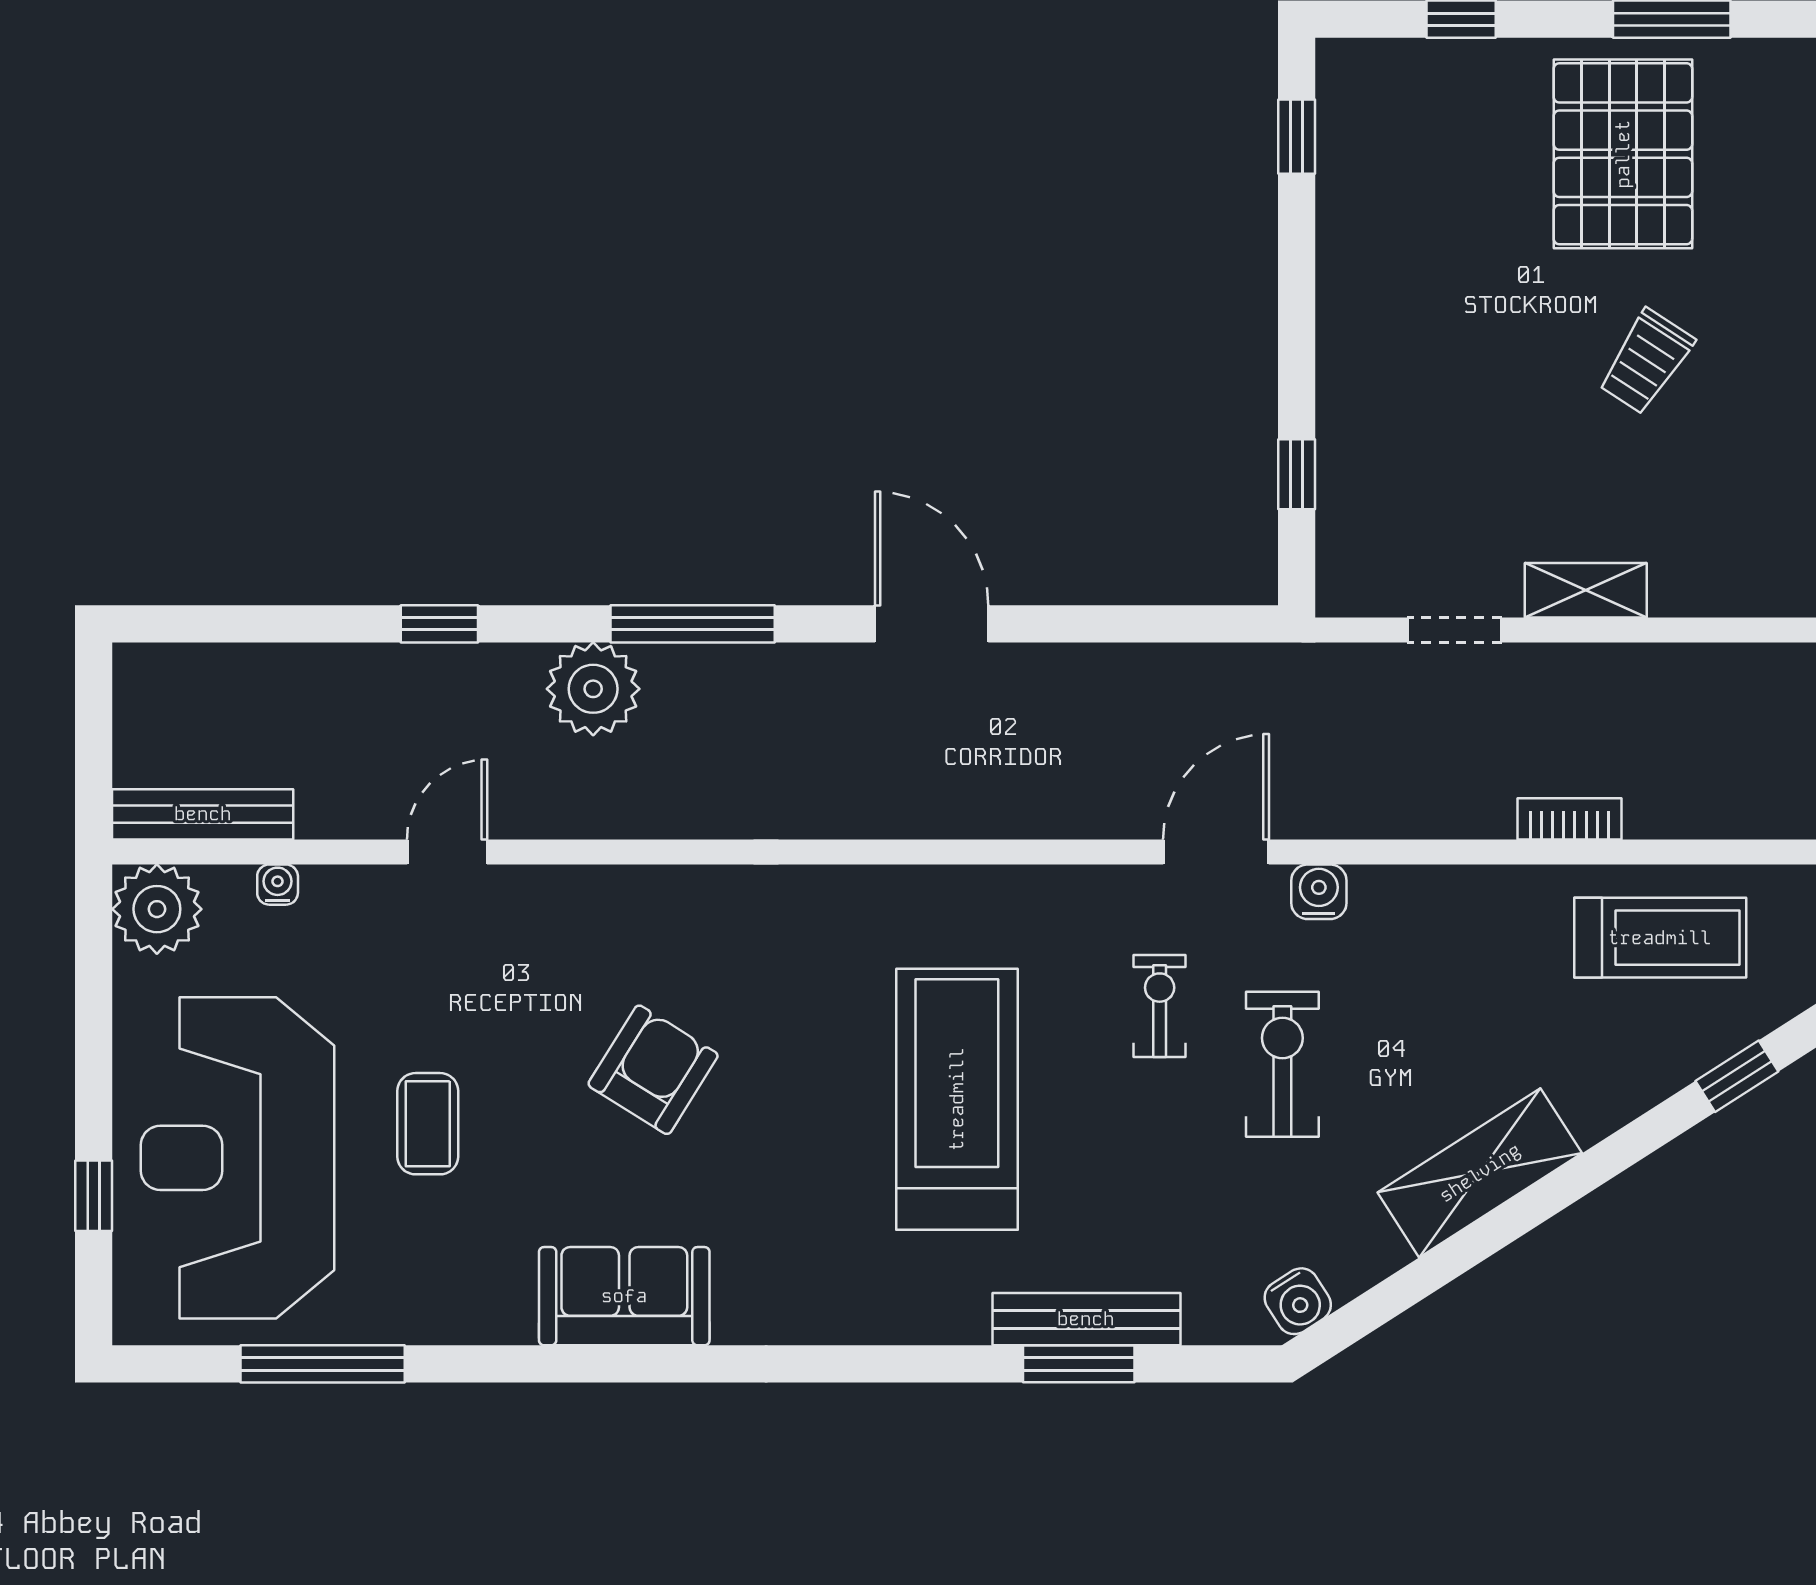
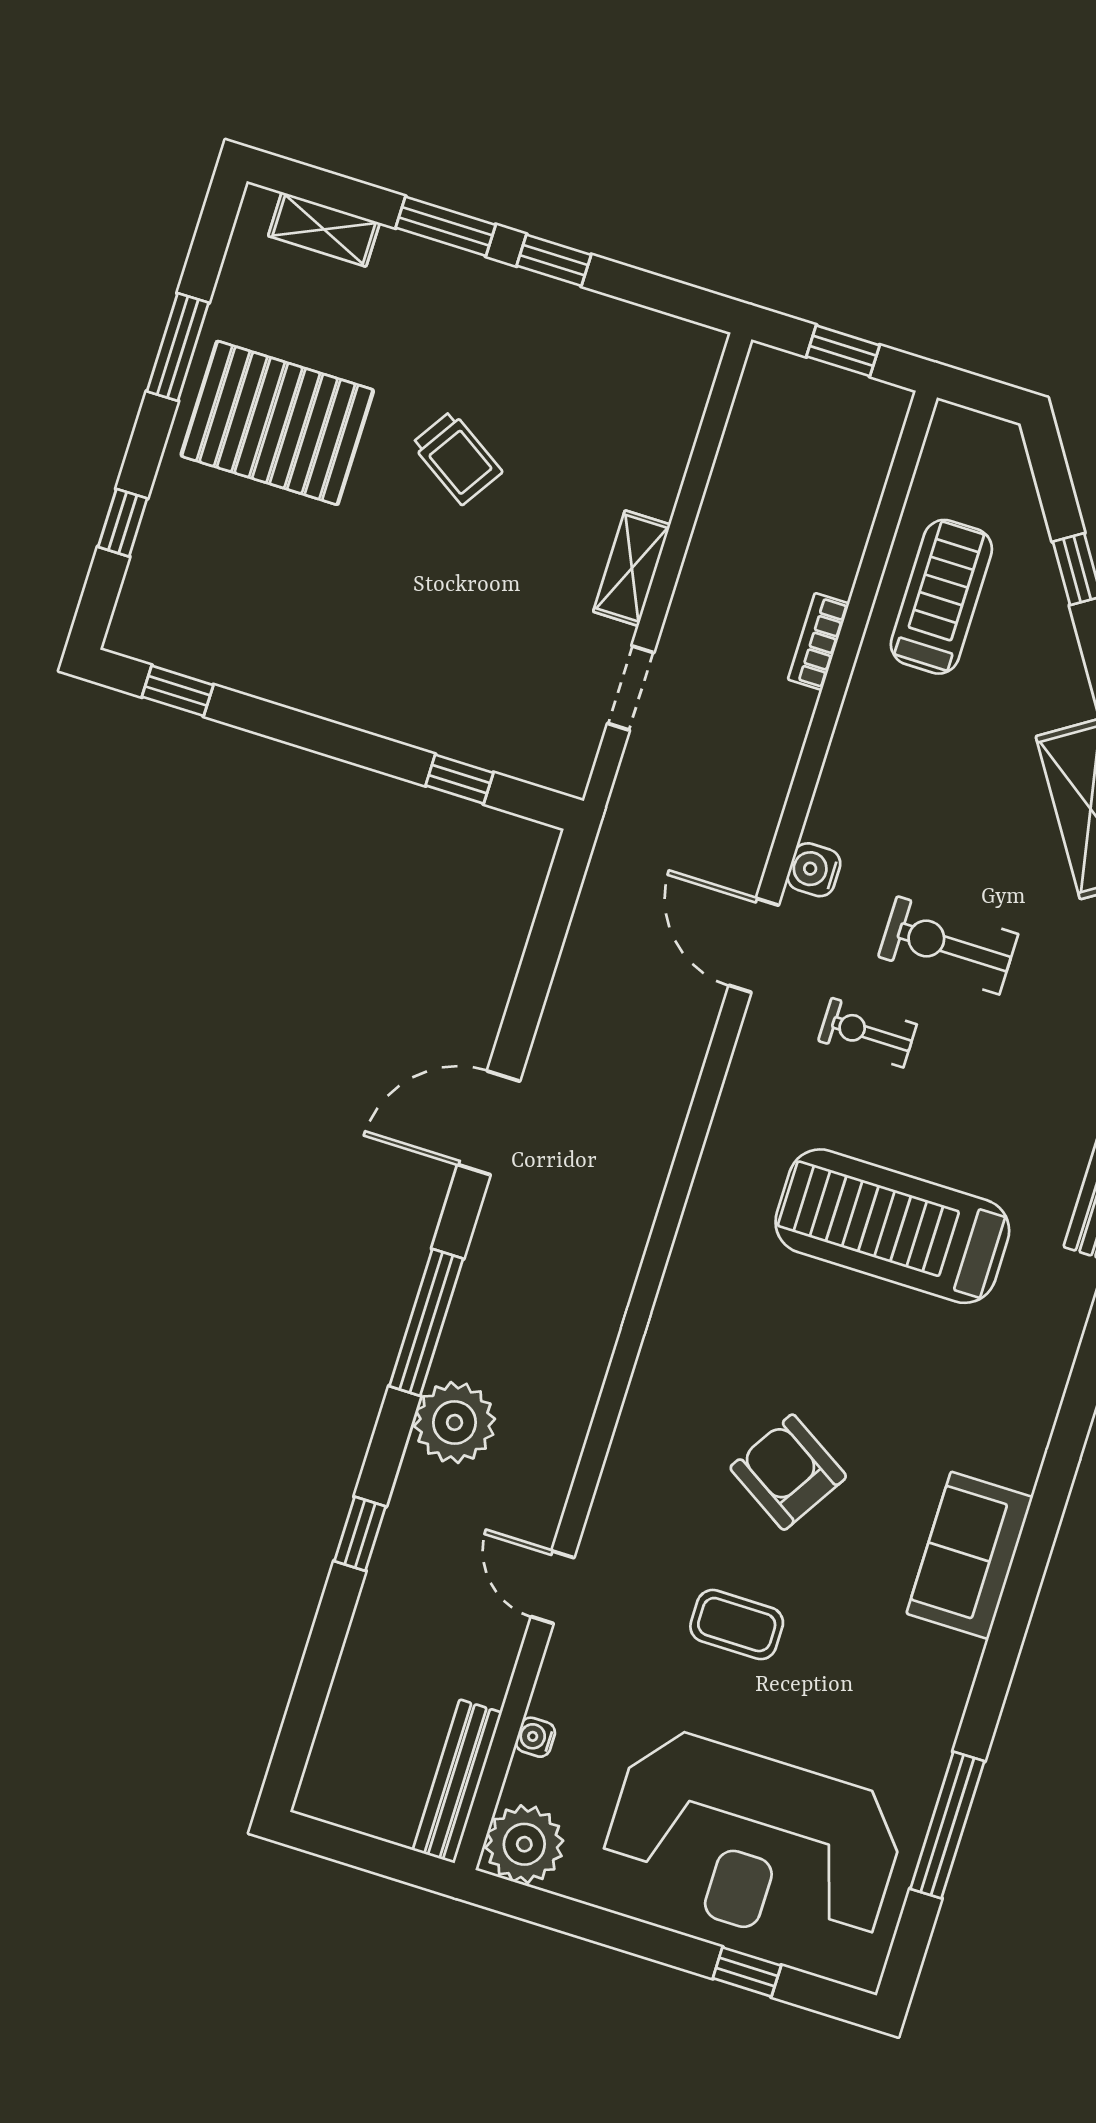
coffee table: (428, 1124) -> (737, 1625), moved

